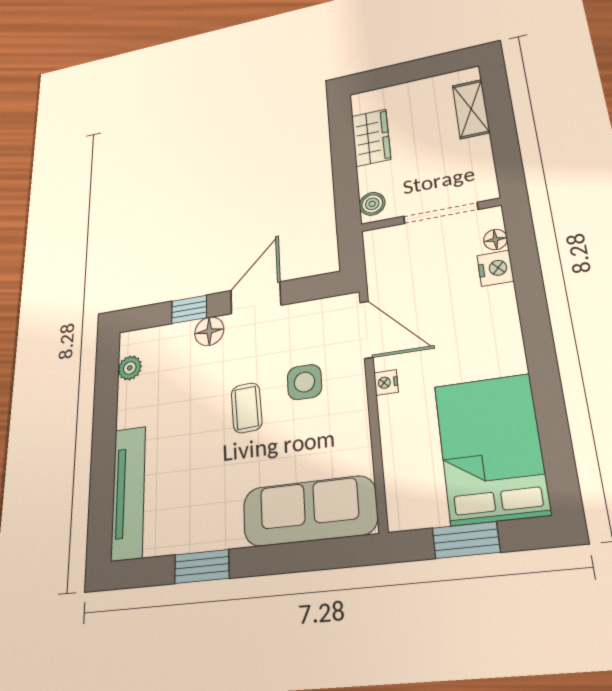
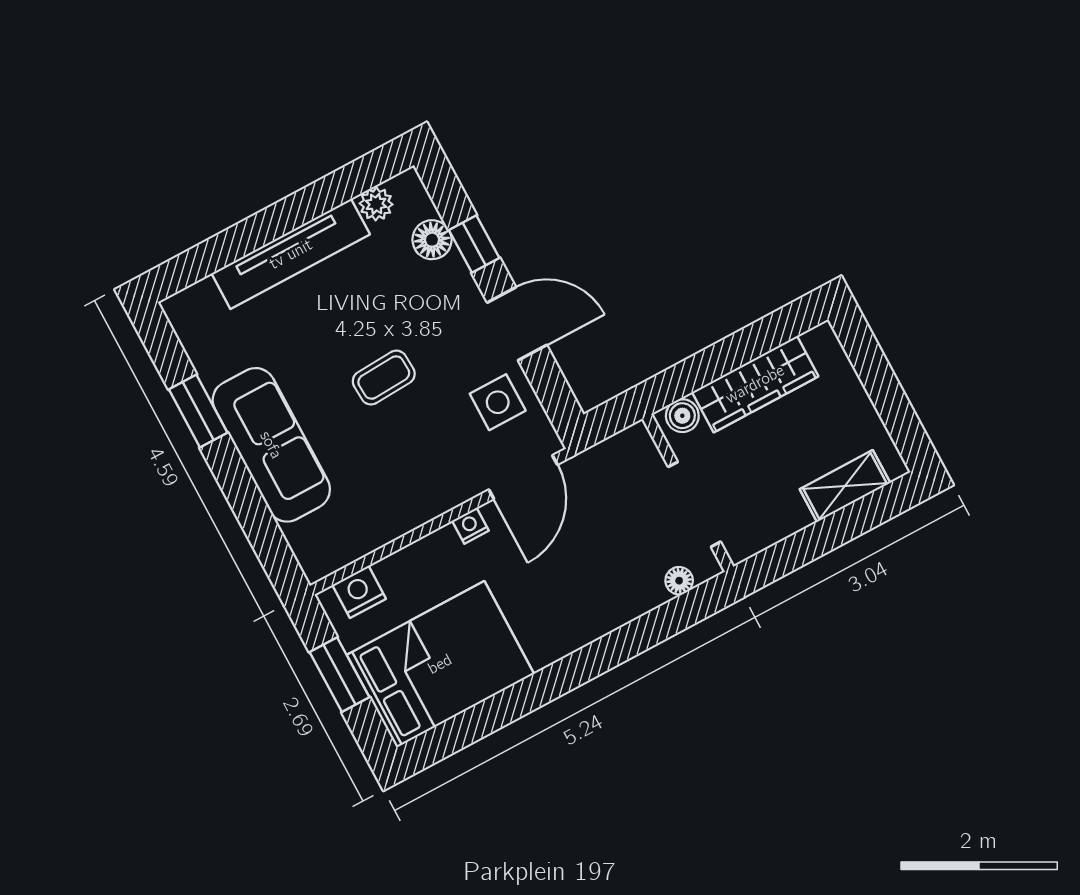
wardrobe: (371, 138) -> (755, 384), width x1.50
nightstand: (495, 268) -> (359, 592), moved, turned 180
floor lamp: (209, 331) -> (432, 240), moved
side table: (304, 382) -> (498, 402), moved
tv unit: (128, 492) -> (291, 254), moved
sofa: (309, 511) -> (271, 445), moved

